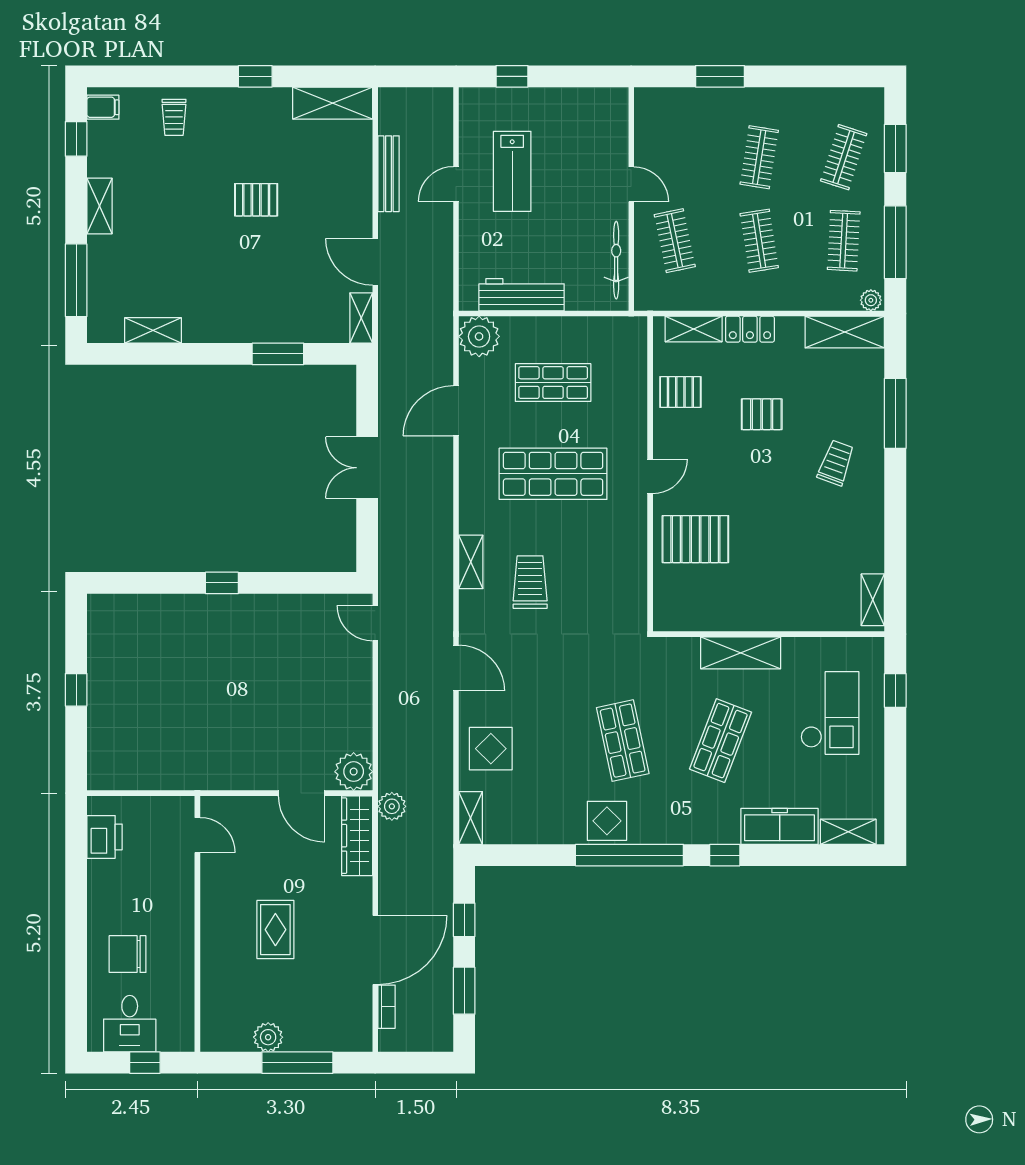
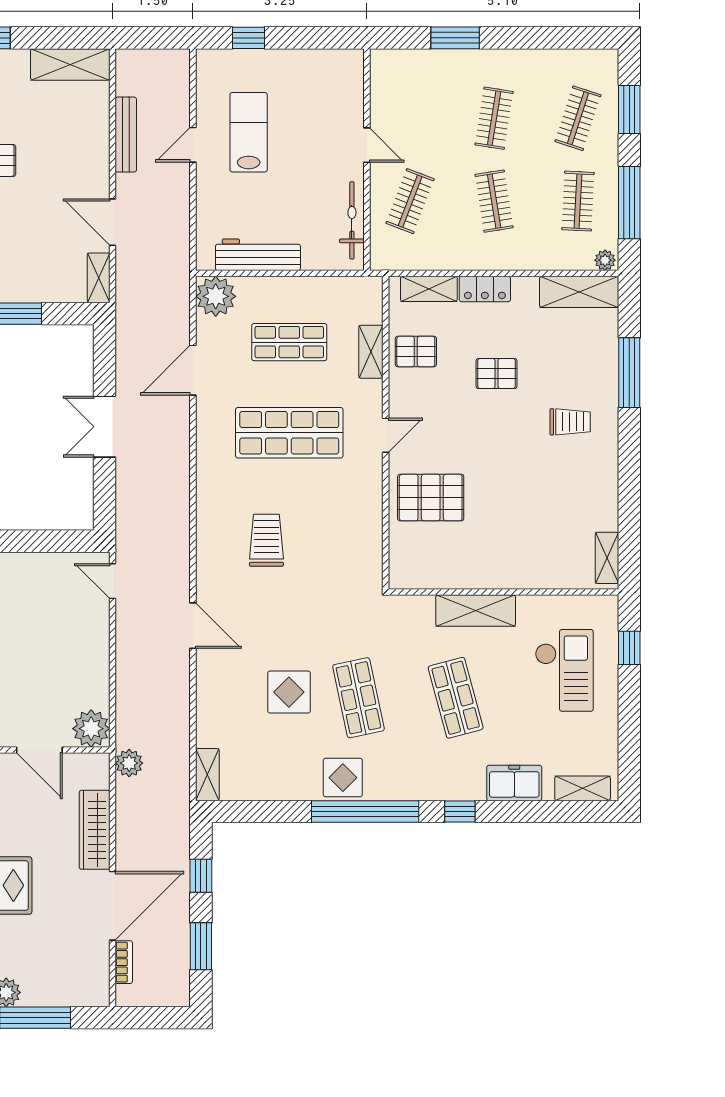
lab bench: (512, 171) -> (249, 132), turned 180
clothes rail: (675, 241) -> (410, 201), turned 33
trolley: (836, 463) -> (570, 422), turned 70
shelving: (471, 562) -> (371, 352), moved
shop shelf: (721, 741) -> (456, 698), turned -36
display table: (491, 749) -> (289, 692), moved
freezer: (780, 826) -> (514, 783), width x0.71
wardrobe: (357, 836) -> (95, 830), moved

